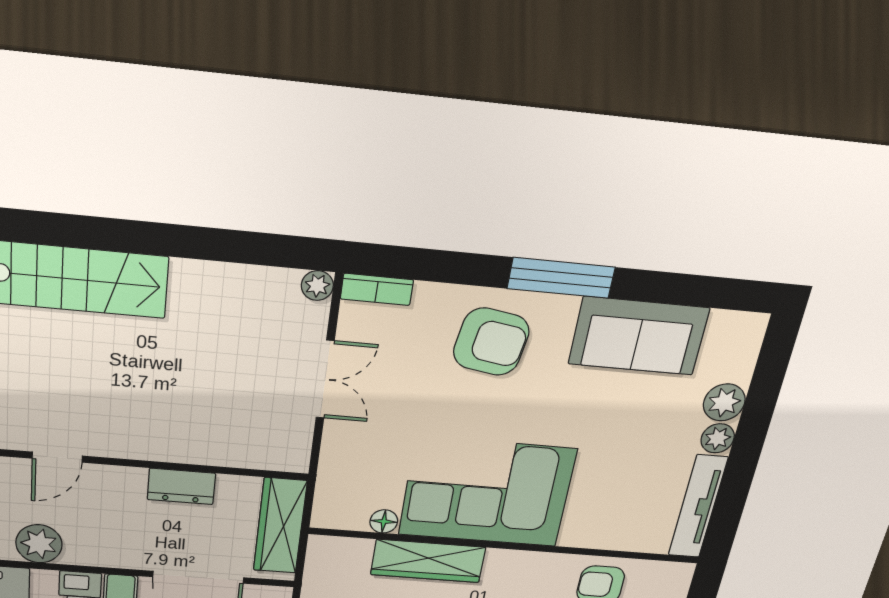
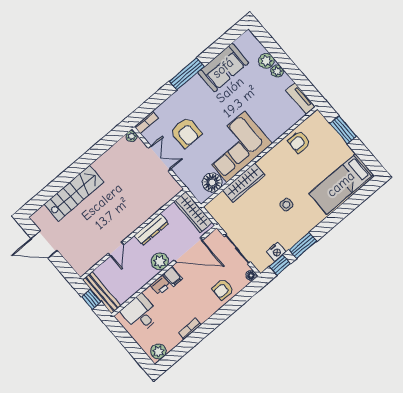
armchair: (491, 342) -> (186, 132), moved, turned 81
dresser: (181, 486) -> (151, 229), width x1.44
tv unit: (698, 507) -> (301, 99), width x0.71
floor lamp: (384, 521) -> (212, 182), width x1.89, depth x1.89
plant: (39, 544) -> (160, 261), moved

